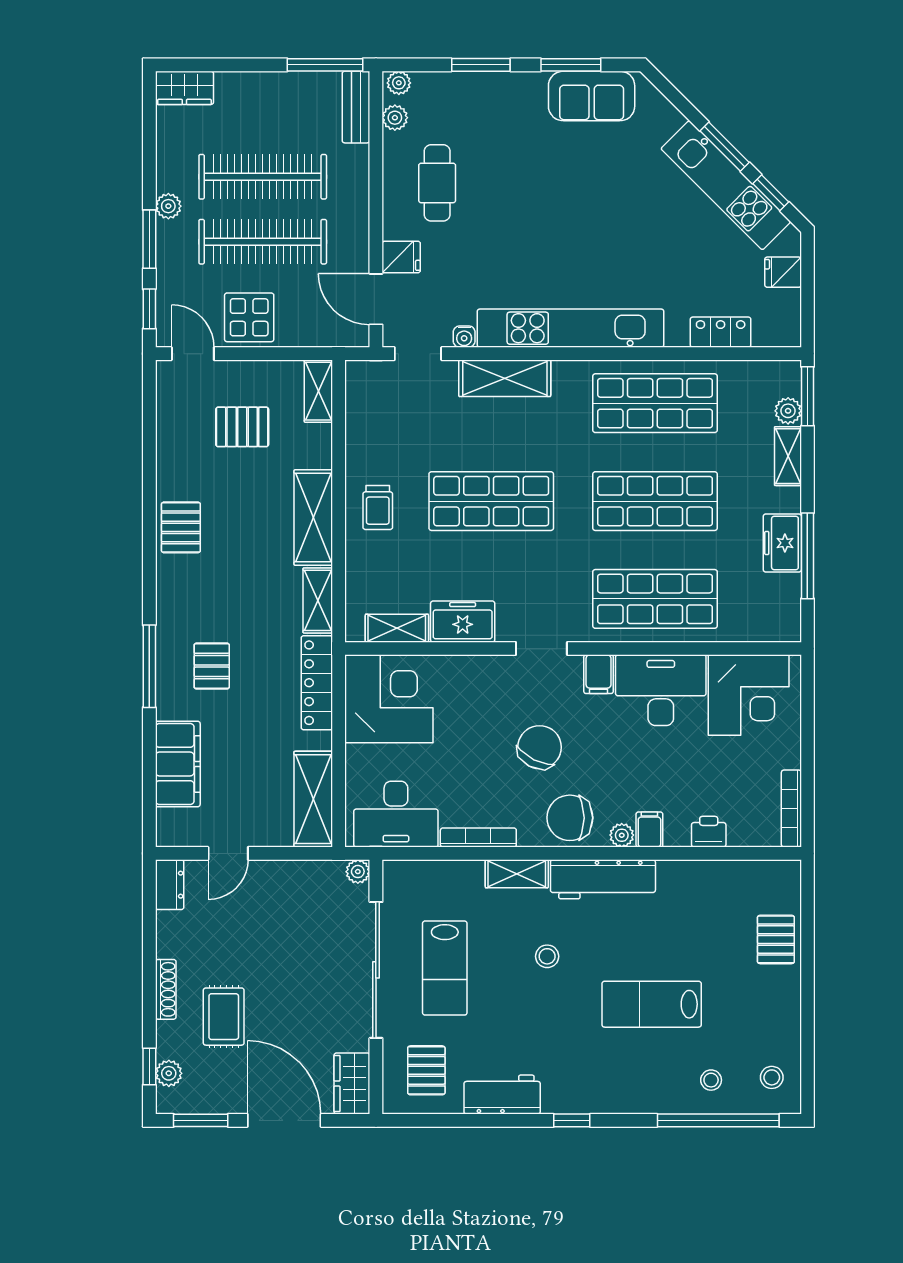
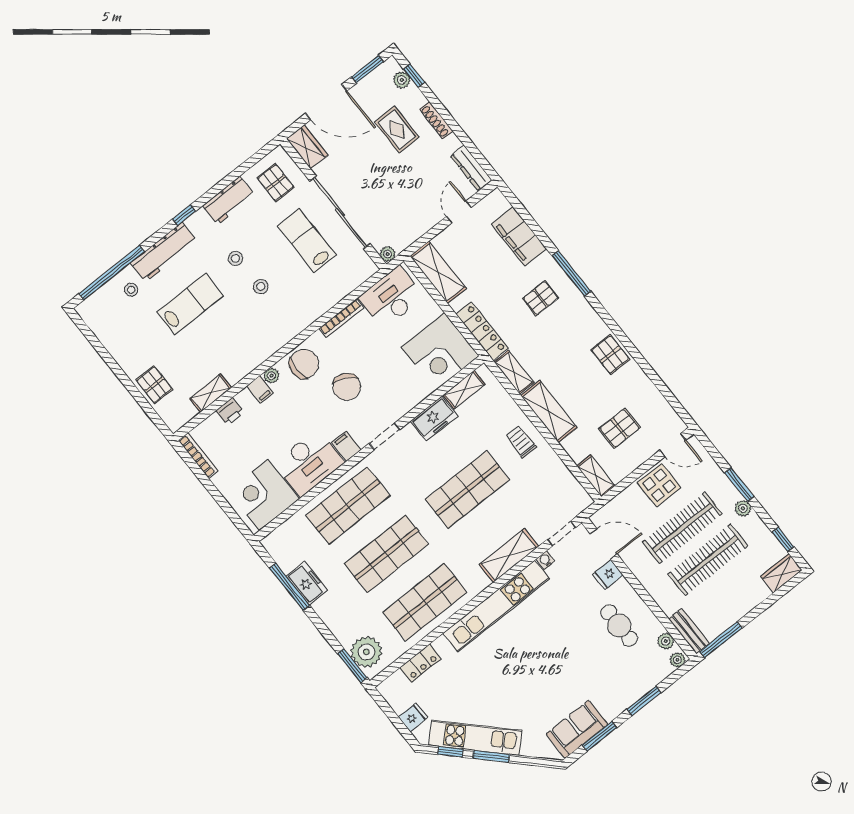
window: (149, 309) -> (783, 539), moved
plant: (788, 411) -> (366, 652), width x1.87, depth x1.87
shelving: (788, 456) -> (338, 628), removed
pallet: (212, 666) -> (541, 298), turned 90
shelving: (517, 874) -> (210, 393), moved
workbench: (603, 879) -> (164, 252), moved, turned 180
dresser: (170, 885) -> (471, 168), width x1.44
stool: (772, 1077) -> (236, 258), moved

